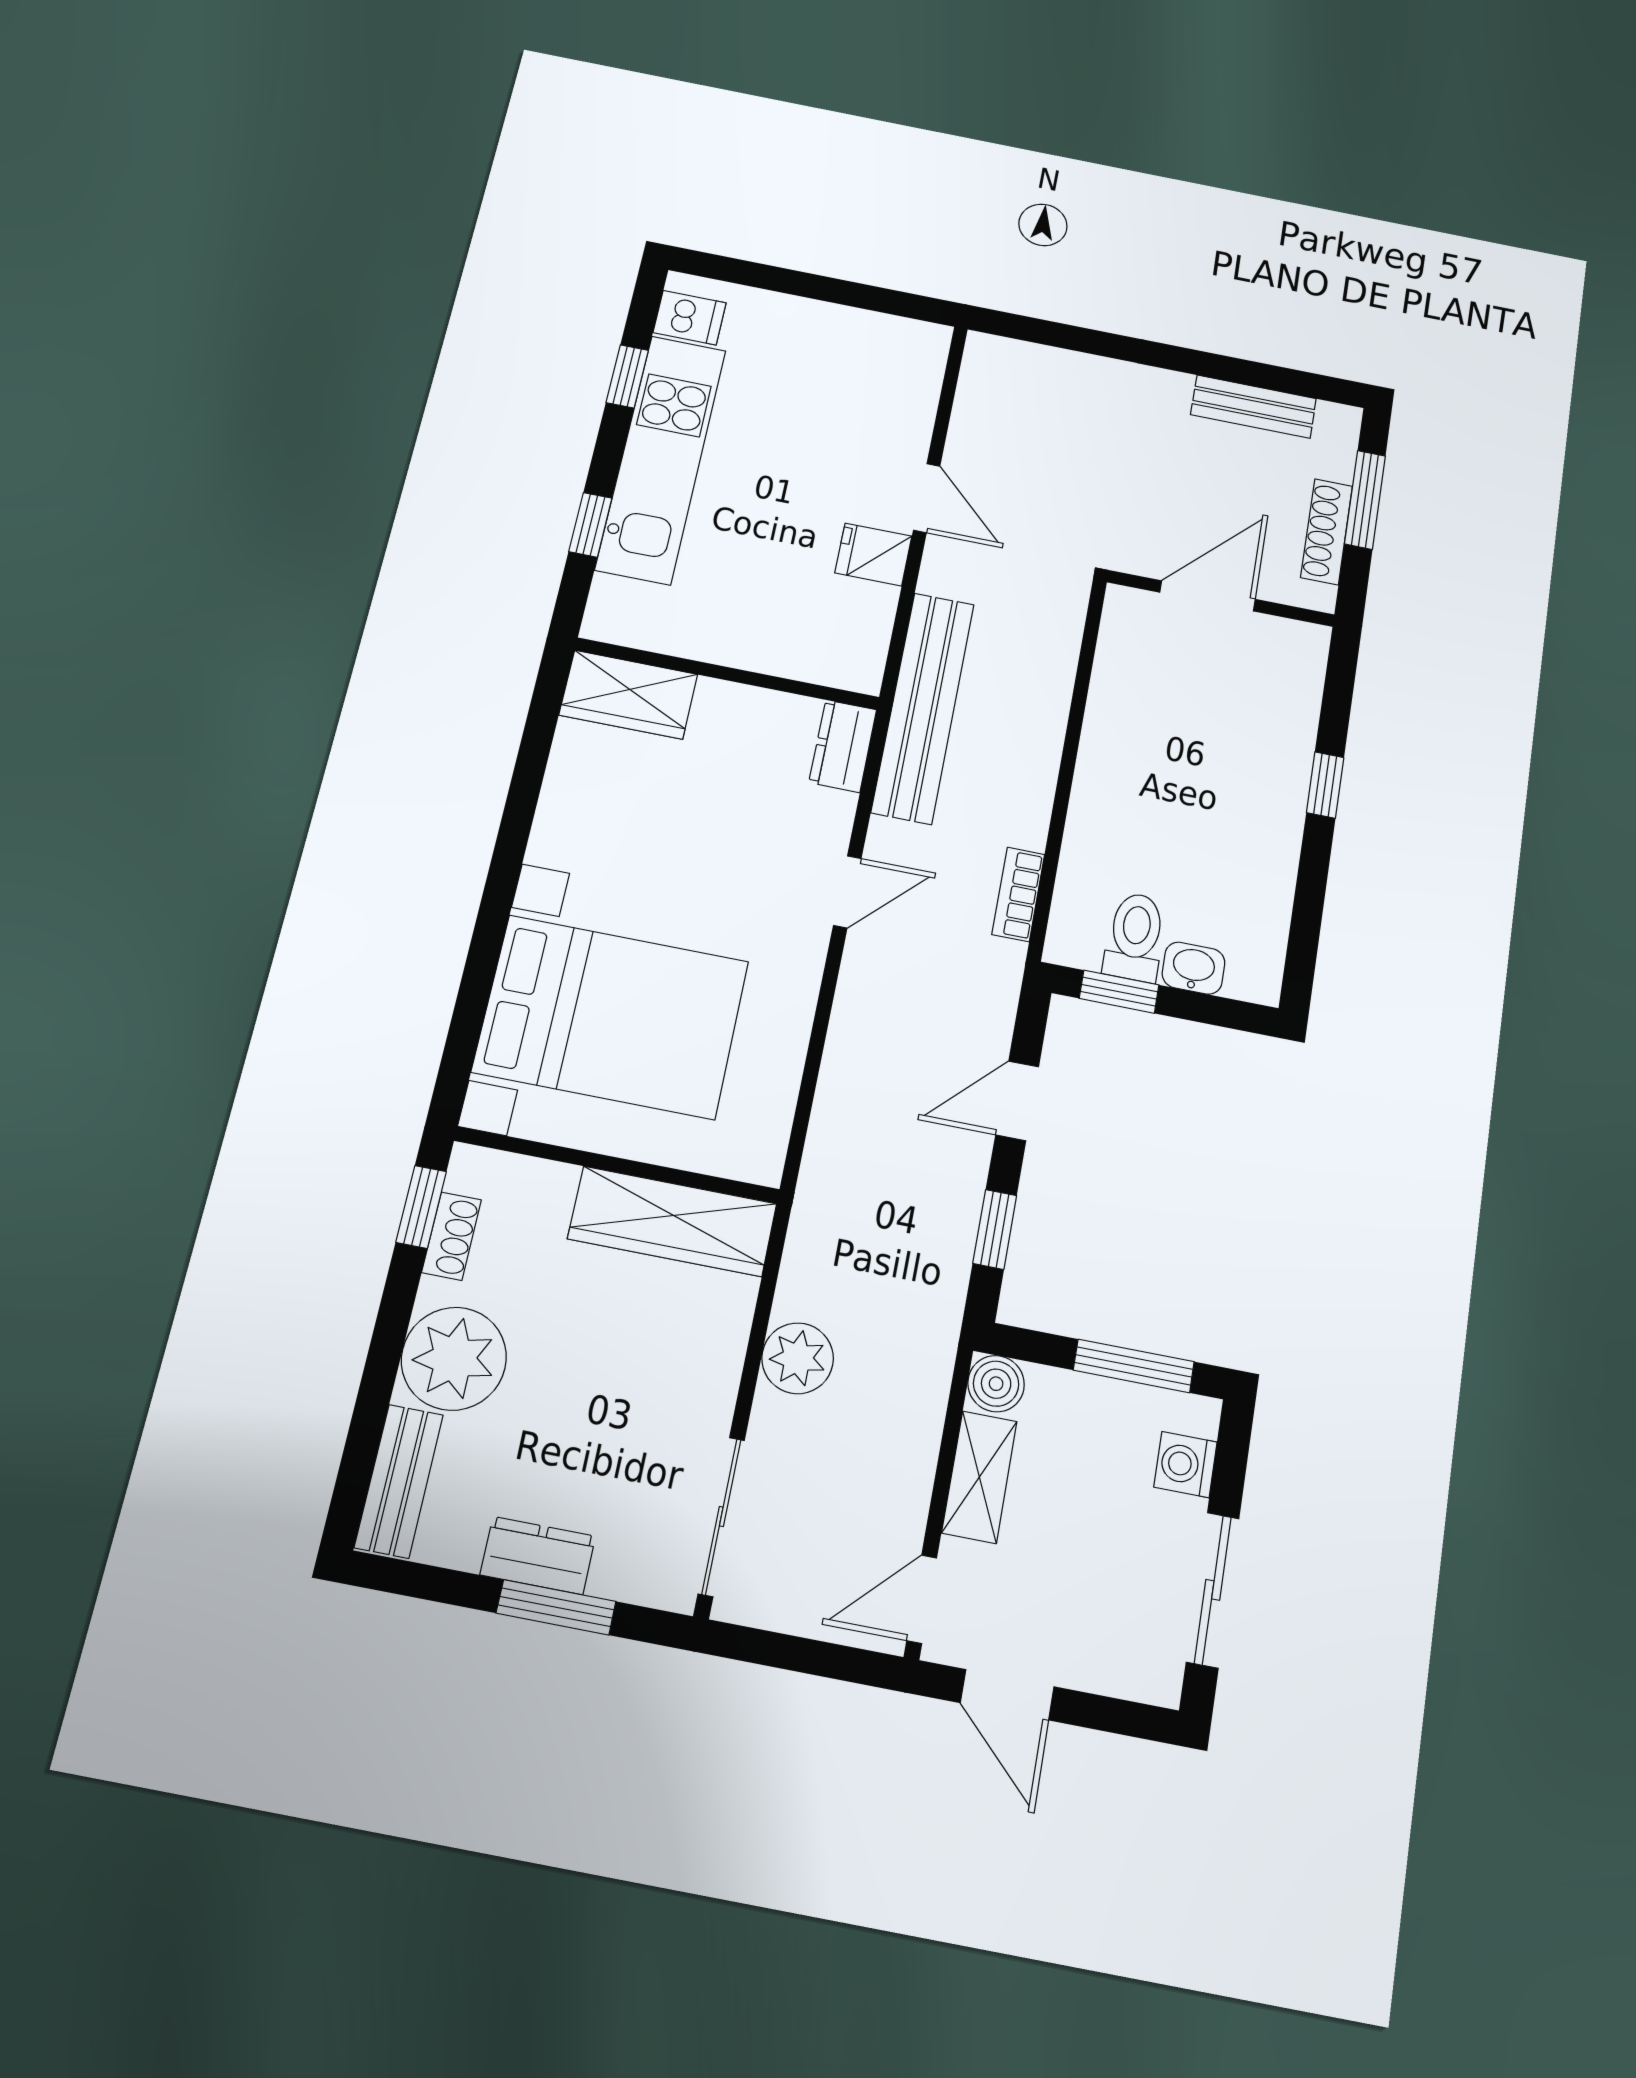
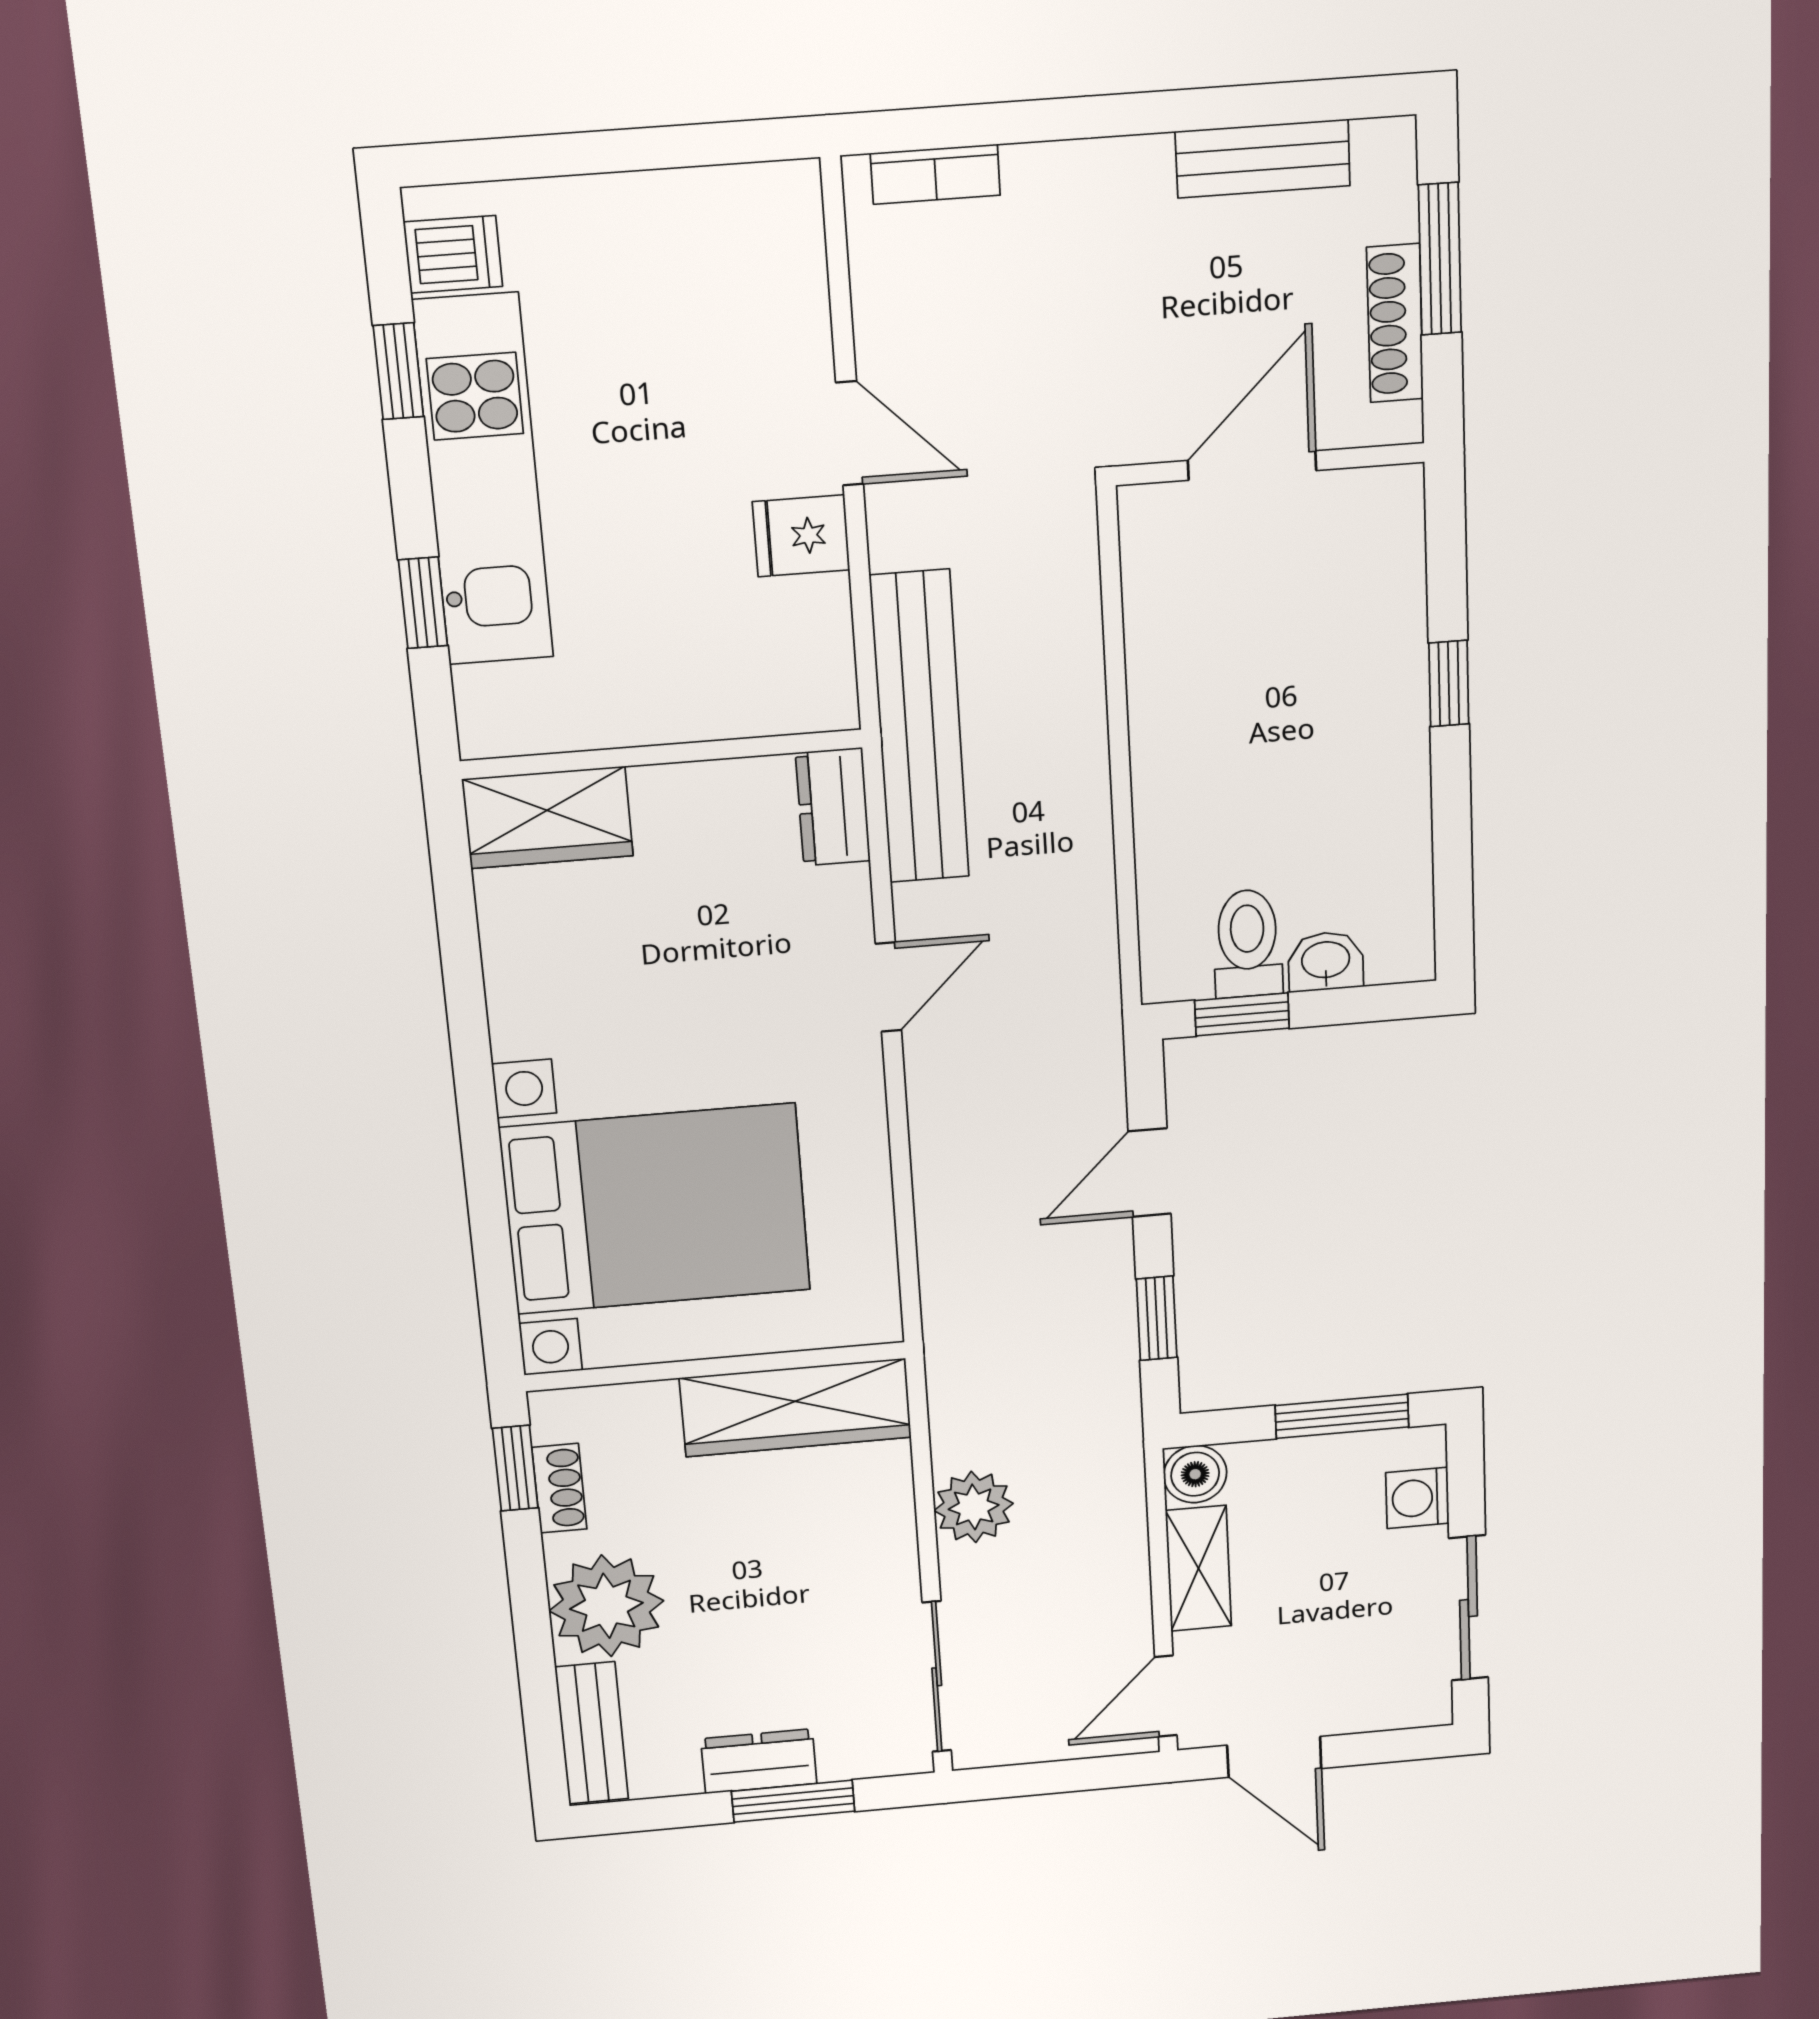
bookcase: (1018, 894) -> (935, 174), moved, turned -90

